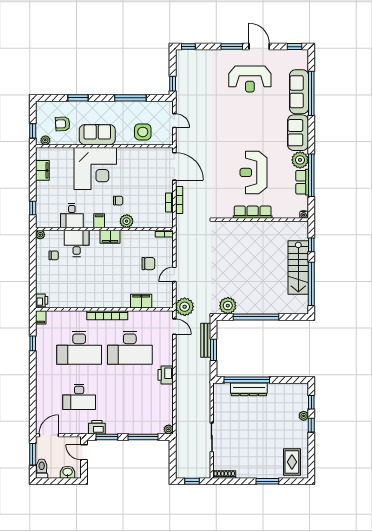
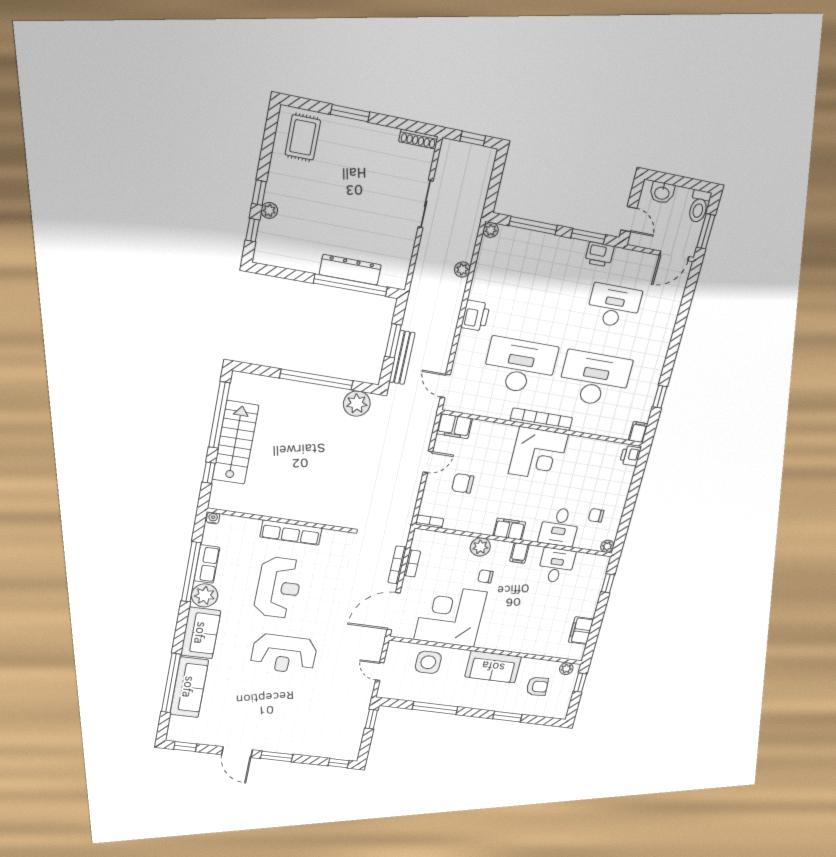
reception desk: (250, 79) -> (284, 654), moved, turned 180
door: (174, 166) -> (394, 611), hinge flipped
corner desk: (95, 168) -> (450, 616), moved
corner desk: (103, 292) -> (538, 454), added
filing cabinet: (141, 301) -> (454, 426), moved
plant: (185, 307) -> (462, 269), moved, width x0.53, depth x0.53

